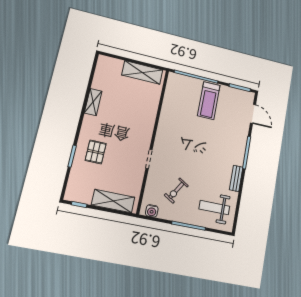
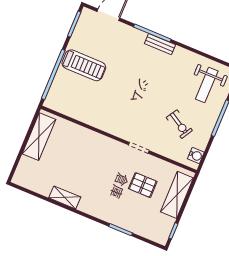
pallet: (96, 152) -> (143, 185), moved
bench: (236, 178) -> (160, 44), moved

